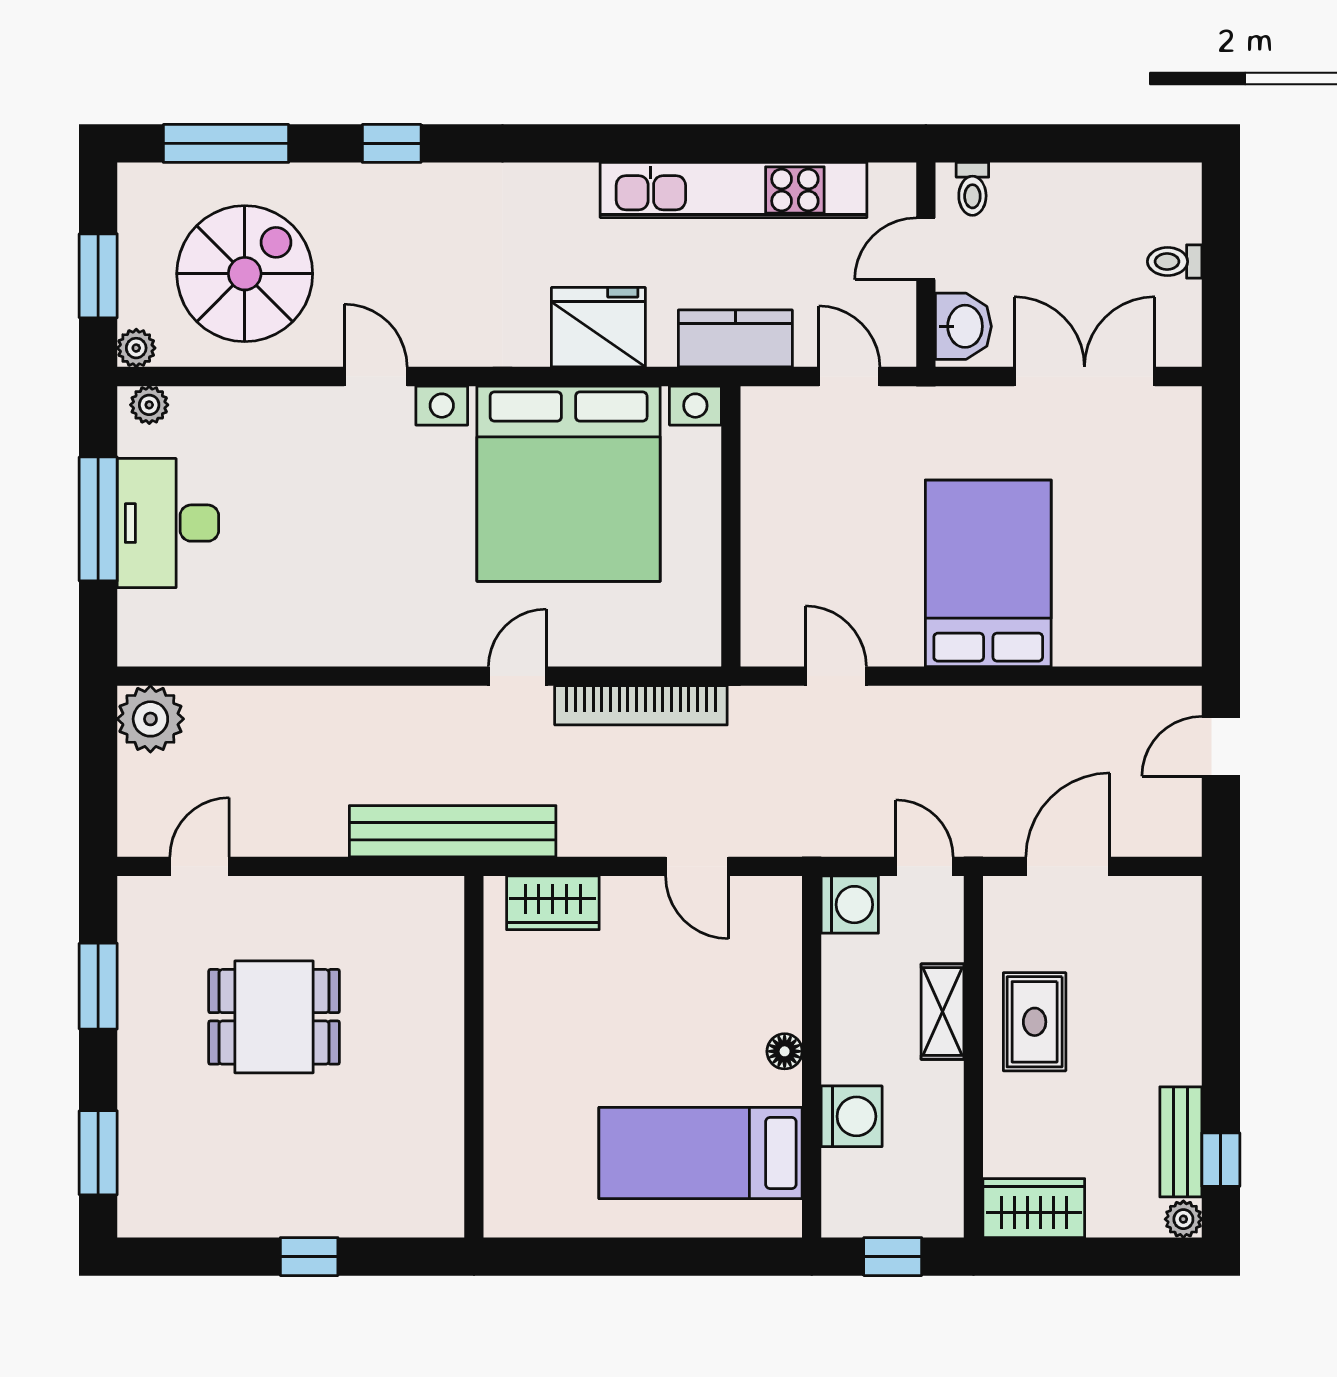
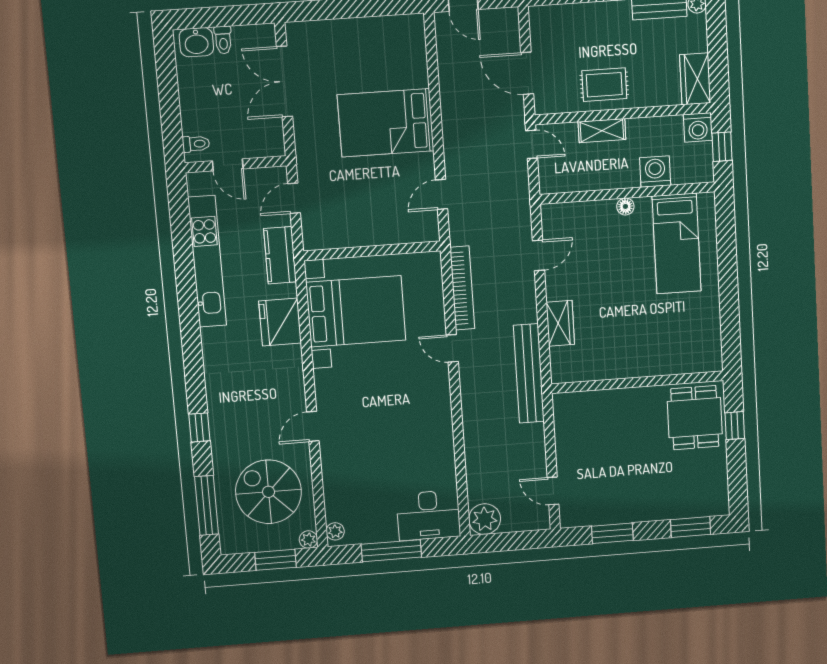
washbasin: (963, 326) -> (196, 42), moved, turned 180
bed with nightstands: (569, 484) -> (356, 311), width x0.73
desk: (168, 523) -> (429, 515), moved
door: (925, 866) -> (532, 144), swing flipped
washing machine: (850, 905) -> (698, 127), moved, turned 180
dining table: (274, 1017) -> (695, 418), moved
wall: (474, 1057) -> (638, 382), moved

